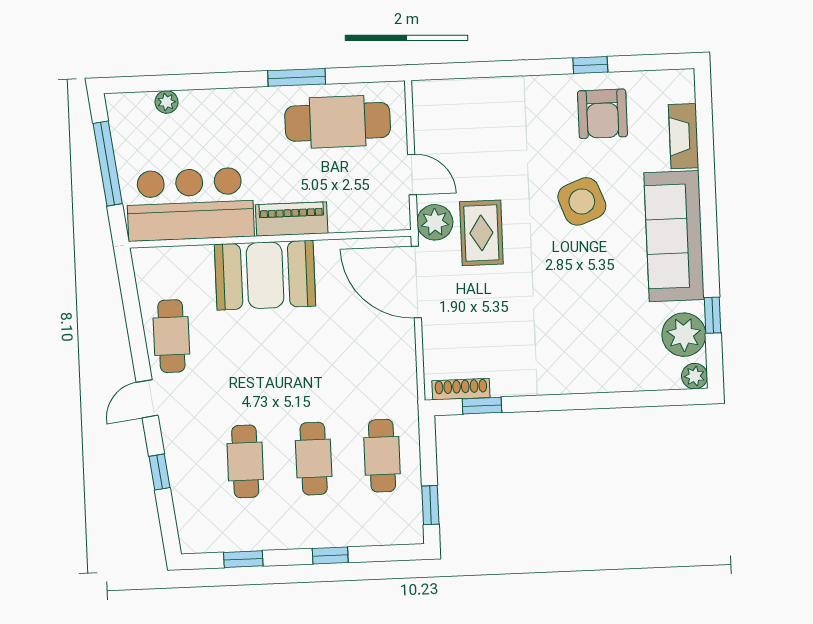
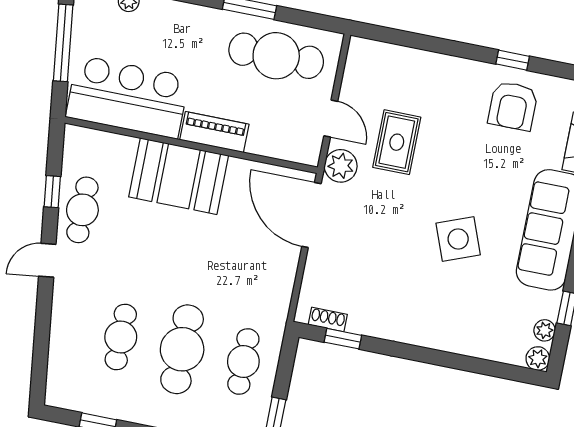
side table: (582, 201) -> (458, 239), moved
rug: (481, 233) -> (397, 142), moved
plant: (684, 335) -> (545, 330), width x0.53, depth x0.53
shoe rack: (461, 389) -> (328, 320), width x0.70
cafe table: (314, 459) -> (182, 349), width x1.37, depth x1.35
window: (159, 472) -> (52, 192), moved

